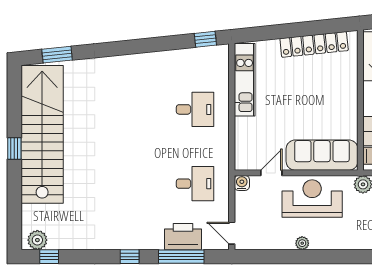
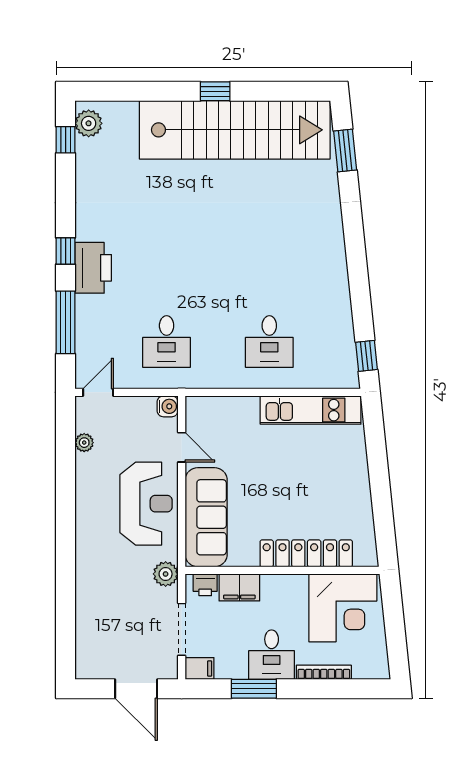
locker: (314, 44) -> (306, 553), moved, turned 96
printer: (183, 237) -> (93, 268), moved
plant: (302, 243) -> (84, 443), moved

